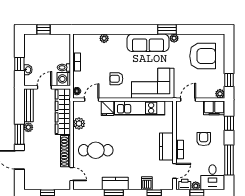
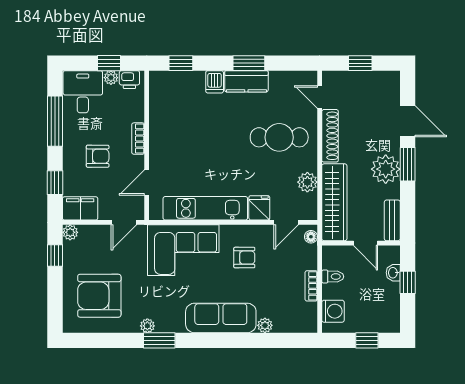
sofa: (148, 43) -> (221, 318), moved
washing machine: (64, 79) -> (333, 311), moved
door: (44, 87) -> (365, 243), hinge flipped
bench: (28, 105) -> (392, 220), width x0.73
plant: (28, 127) -> (386, 169), width x1.88, depth x1.88
armchair: (204, 139) -> (98, 156), turned -90
kitchen counter: (166, 146) -> (160, 144), removed
door: (174, 171) -> (147, 183), moved
dishwasher: (147, 183) -> (215, 82), moved

